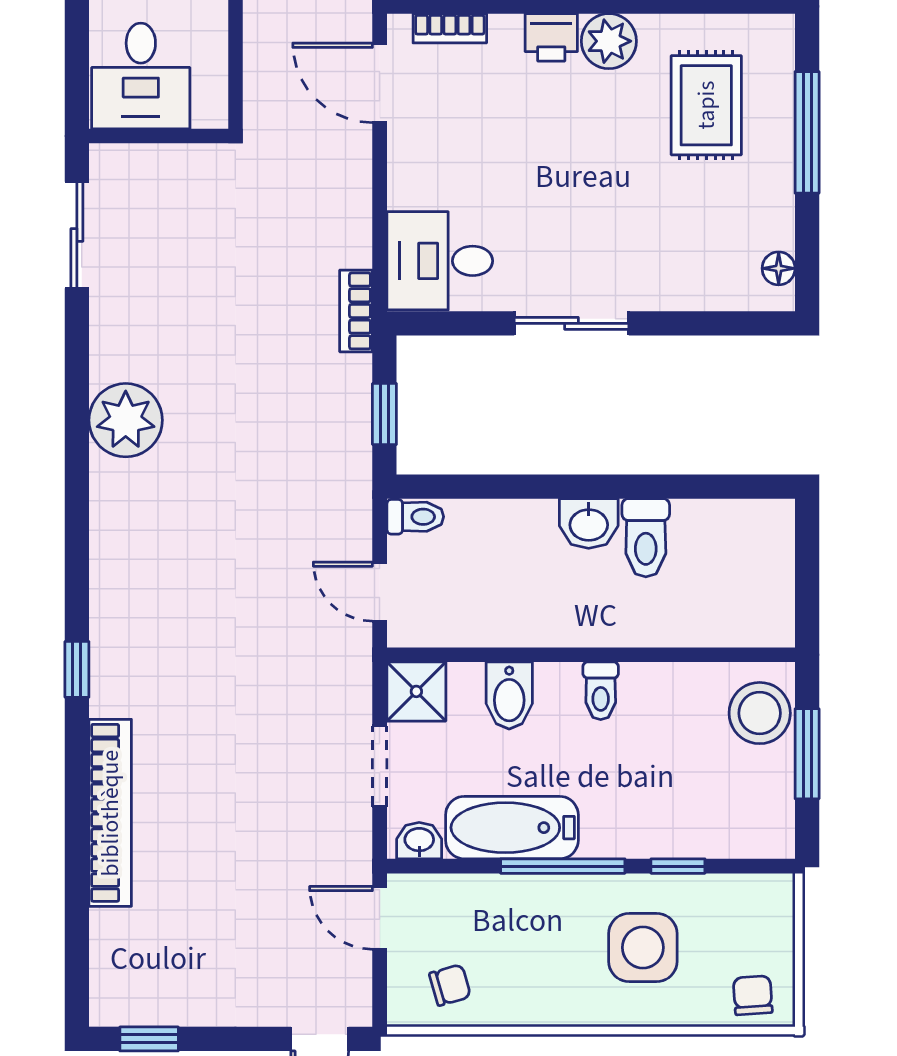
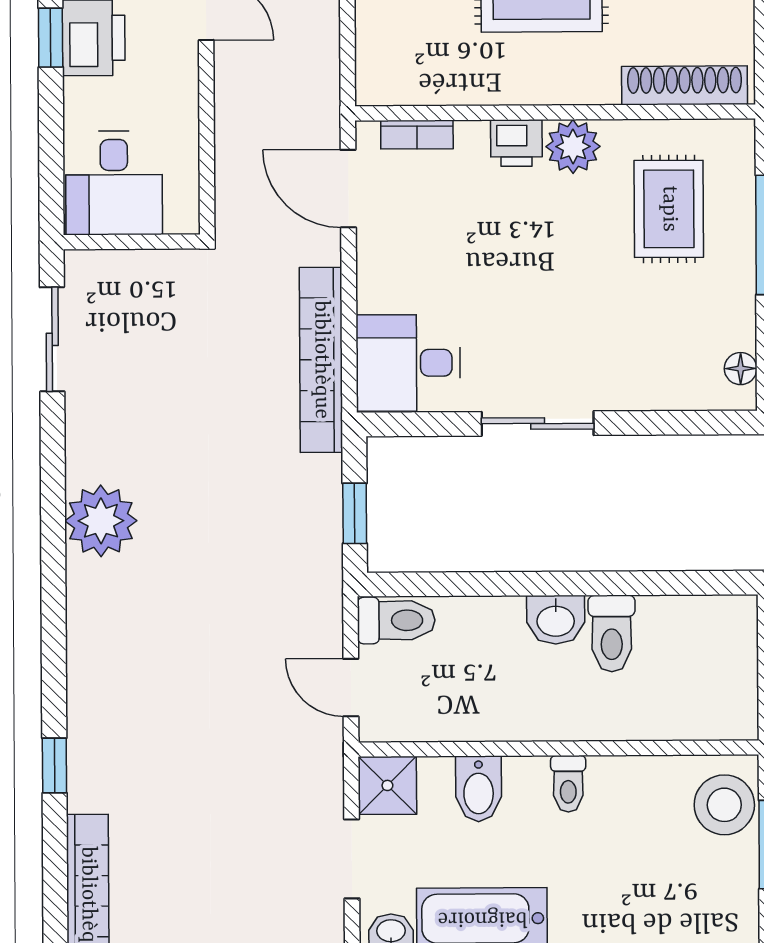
bookcase: (356, 311) -> (321, 360), width x2.31, depth x1.31
toilet: (415, 517) -> (396, 620), width x1.37, depth x1.39

